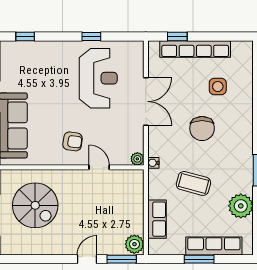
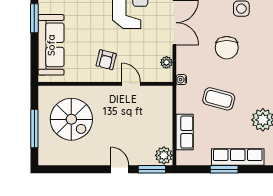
armchair: (73, 141) -> (106, 60), turned 96
plant: (137, 159) -> (166, 62), moved
door: (87, 259) -> (120, 169), hinge flipped

